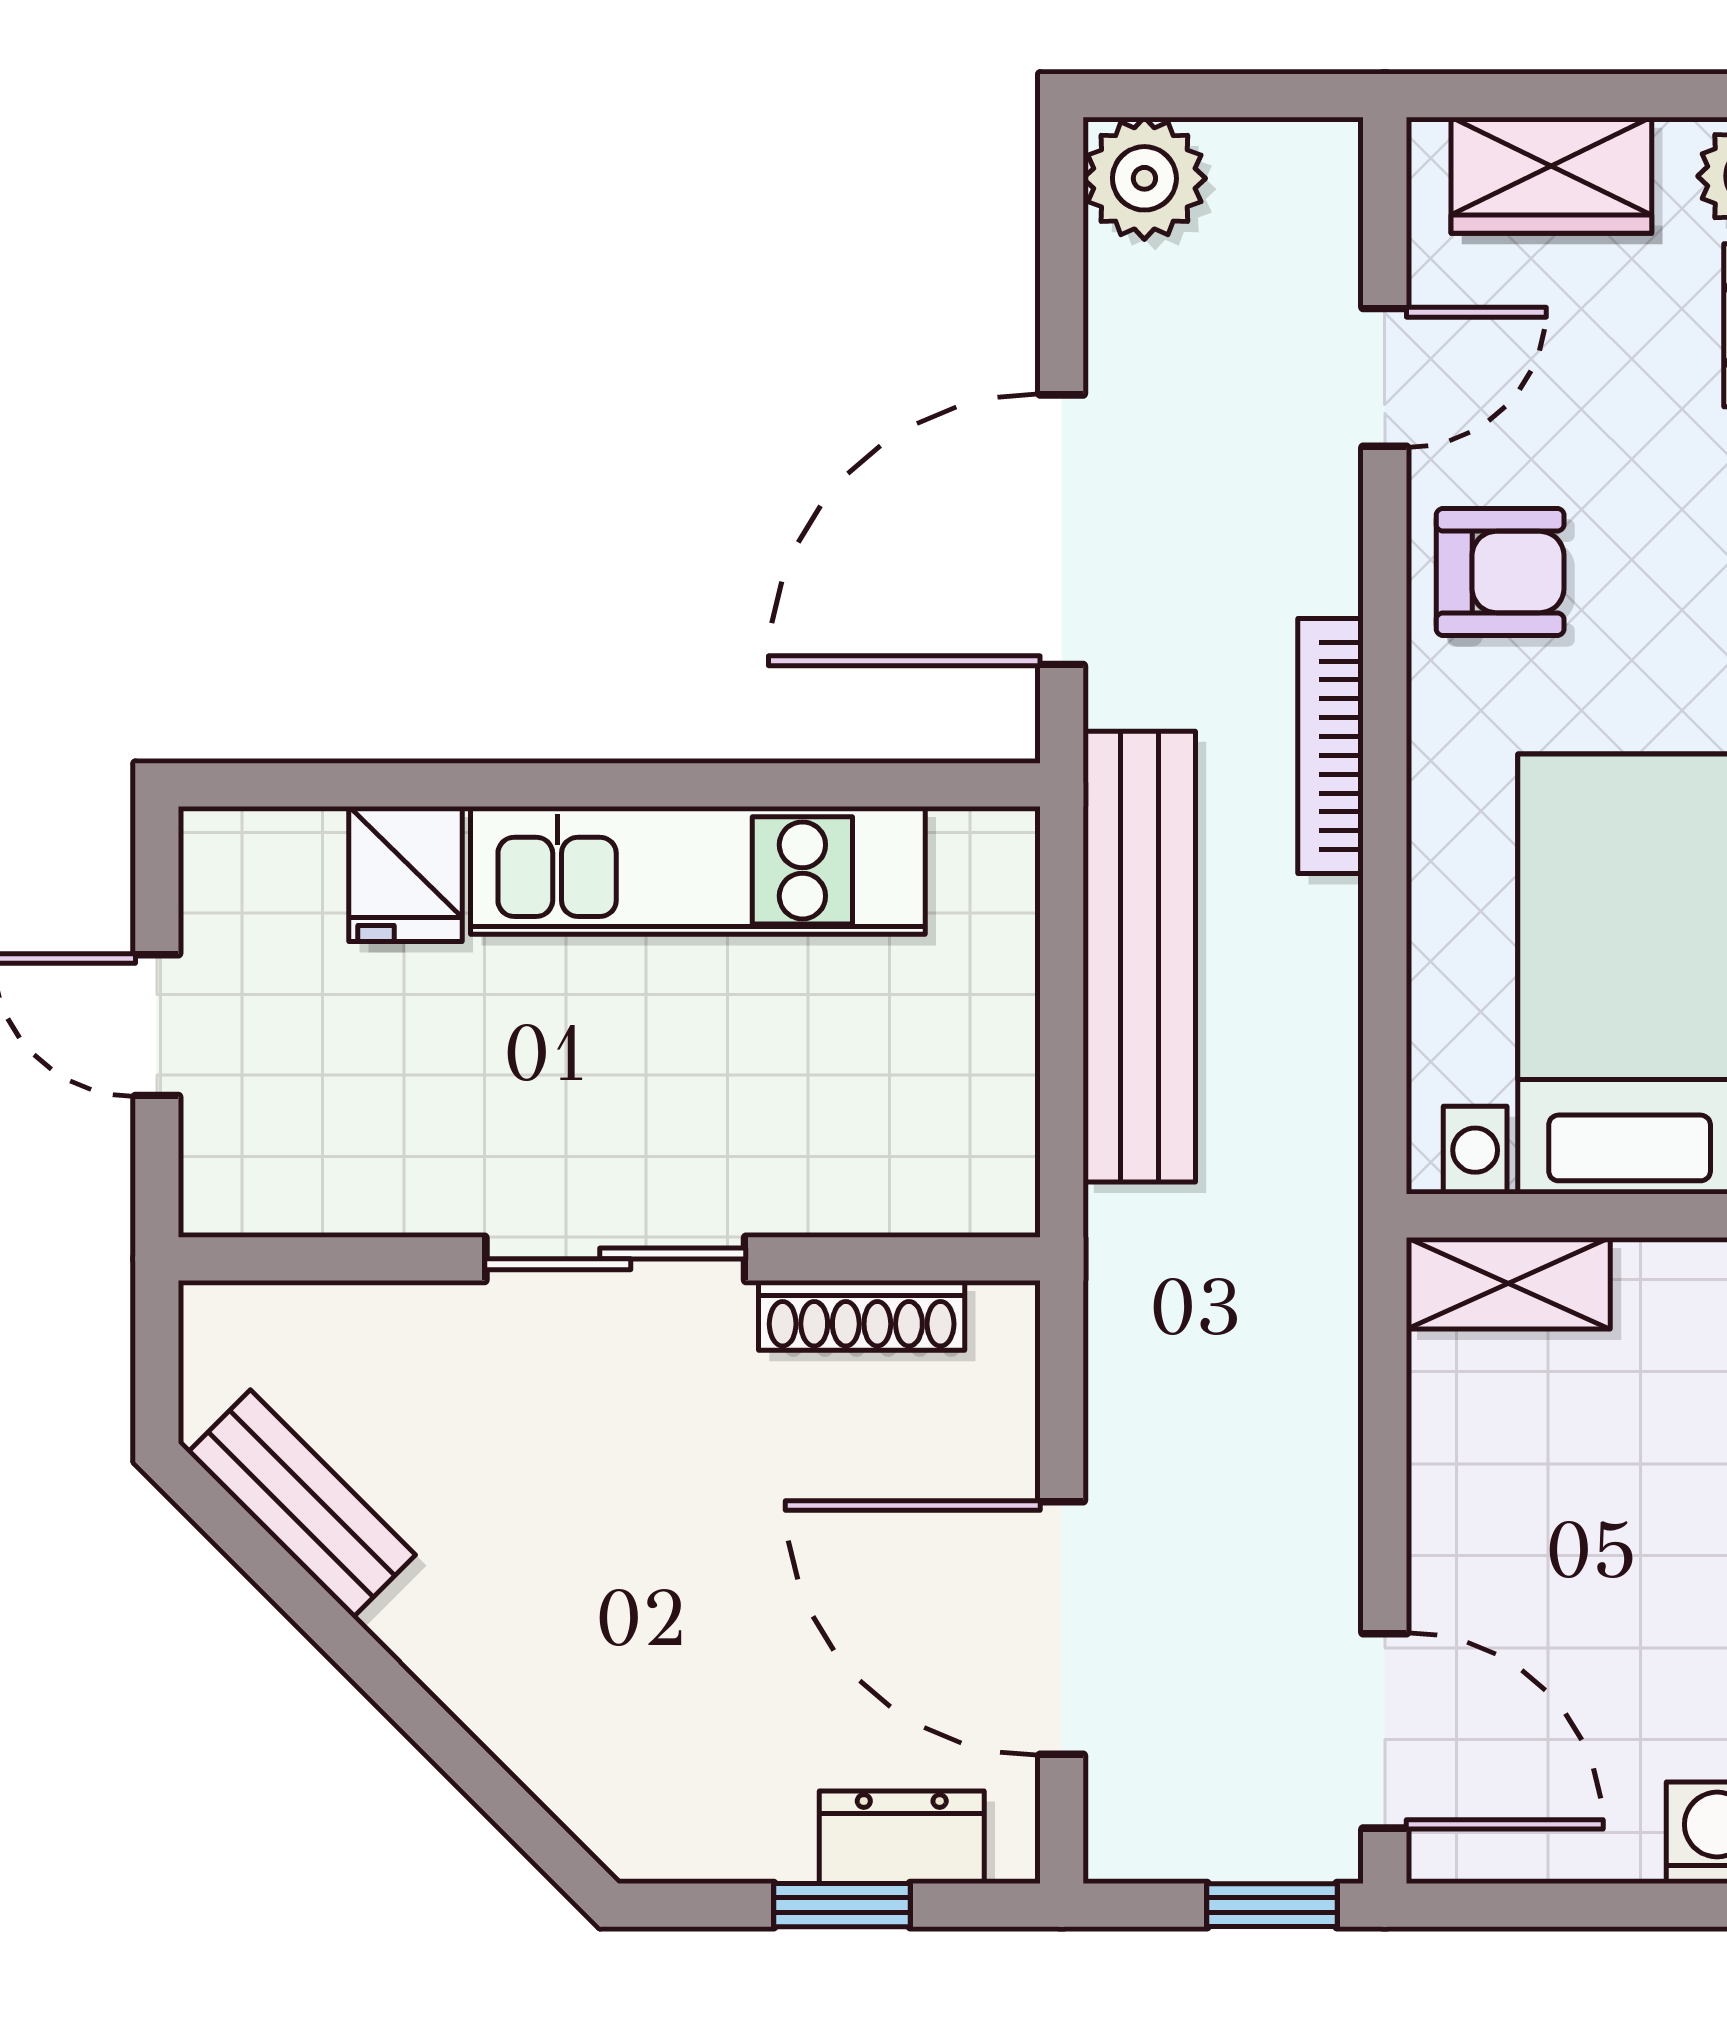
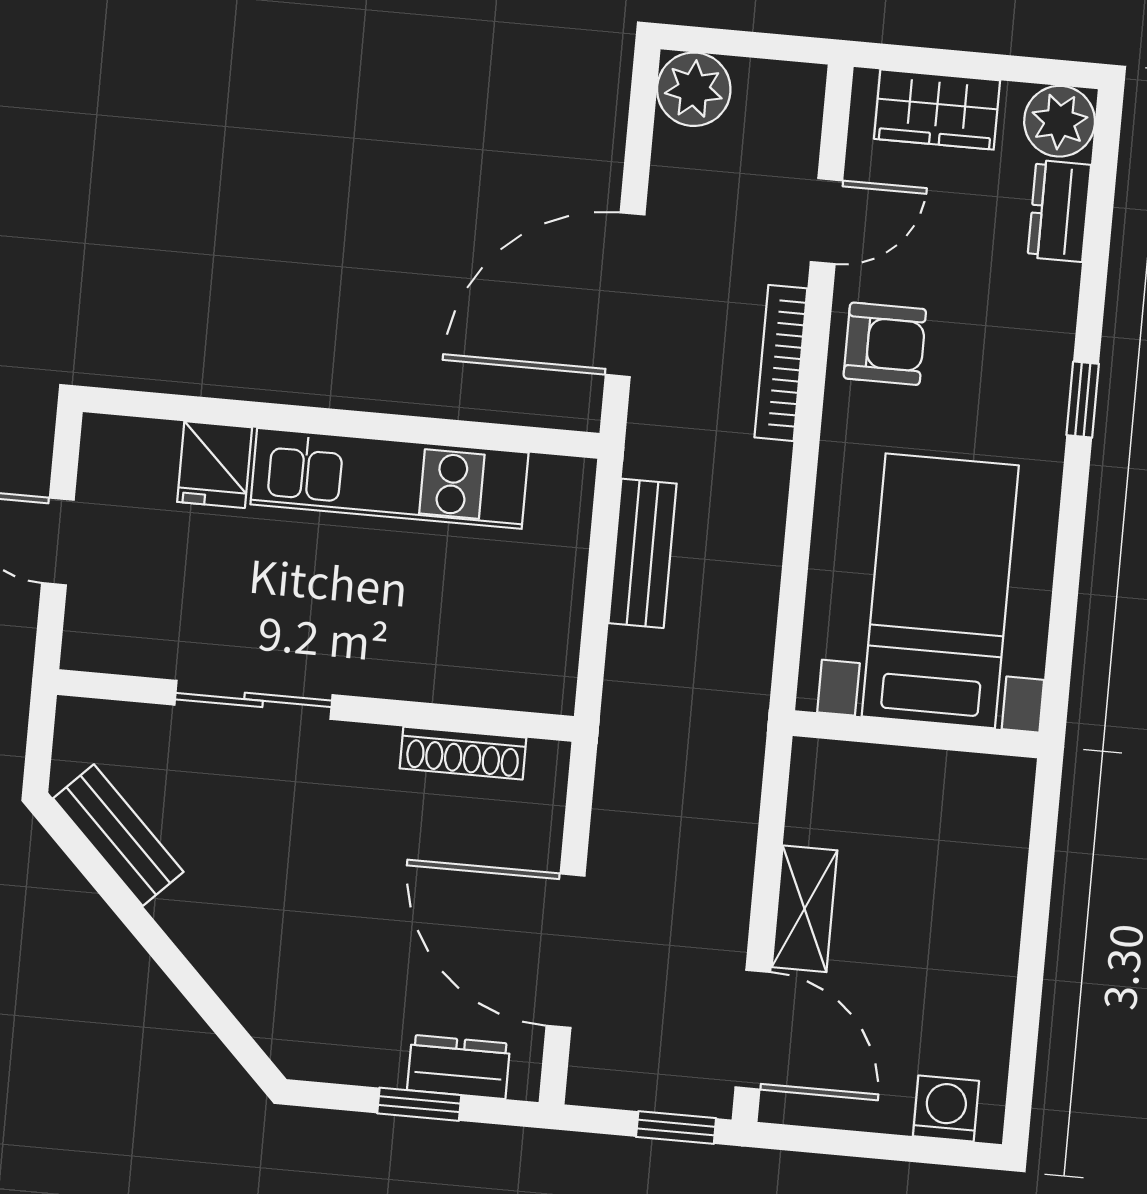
bookcase: (1331, 746) -> (781, 363), moved
bench: (1139, 957) -> (642, 553), width x0.54, depth x0.82
sliding door: (615, 1259) -> (254, 700), moved
shelving: (1508, 1283) -> (805, 909), moved, turned 90

